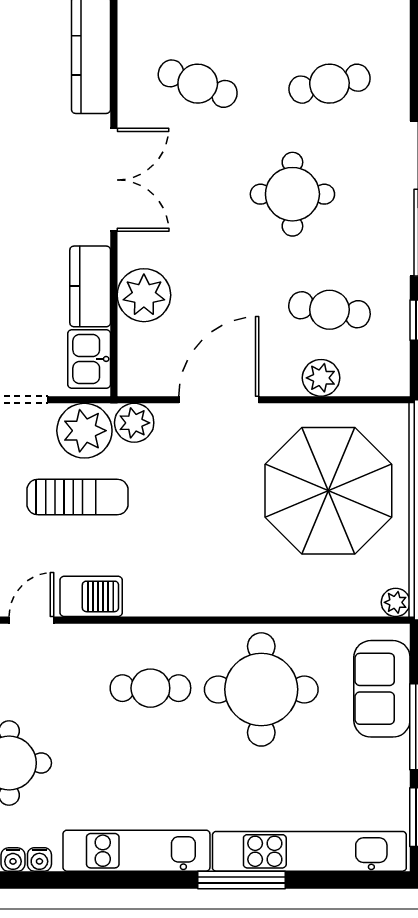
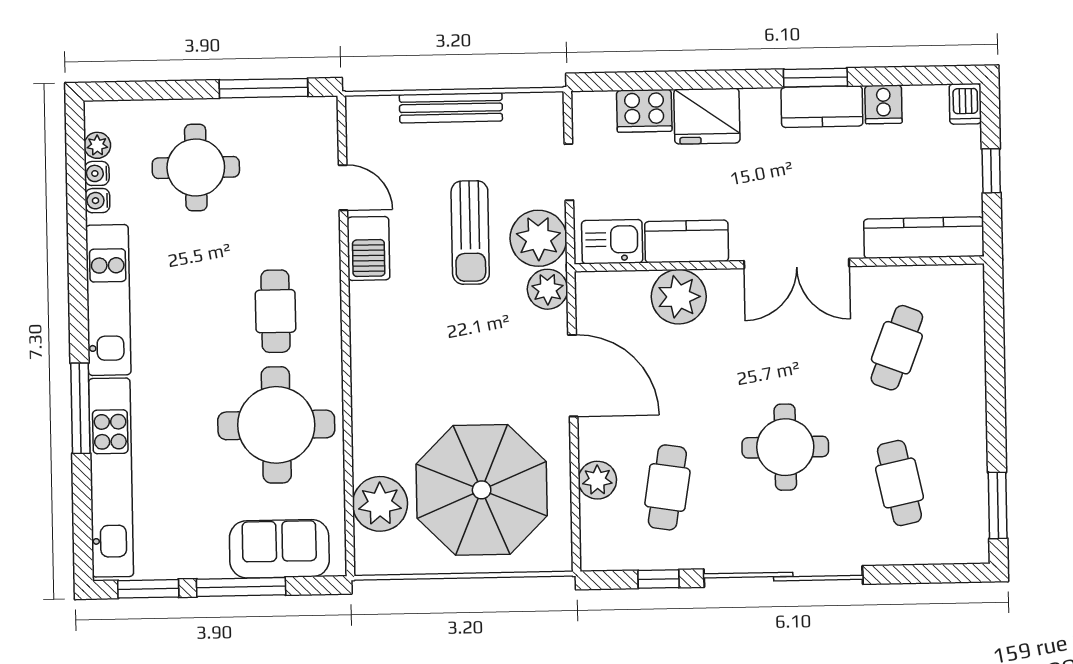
plant: (396, 602) -> (380, 504), moved, width x1.87, depth x1.87

